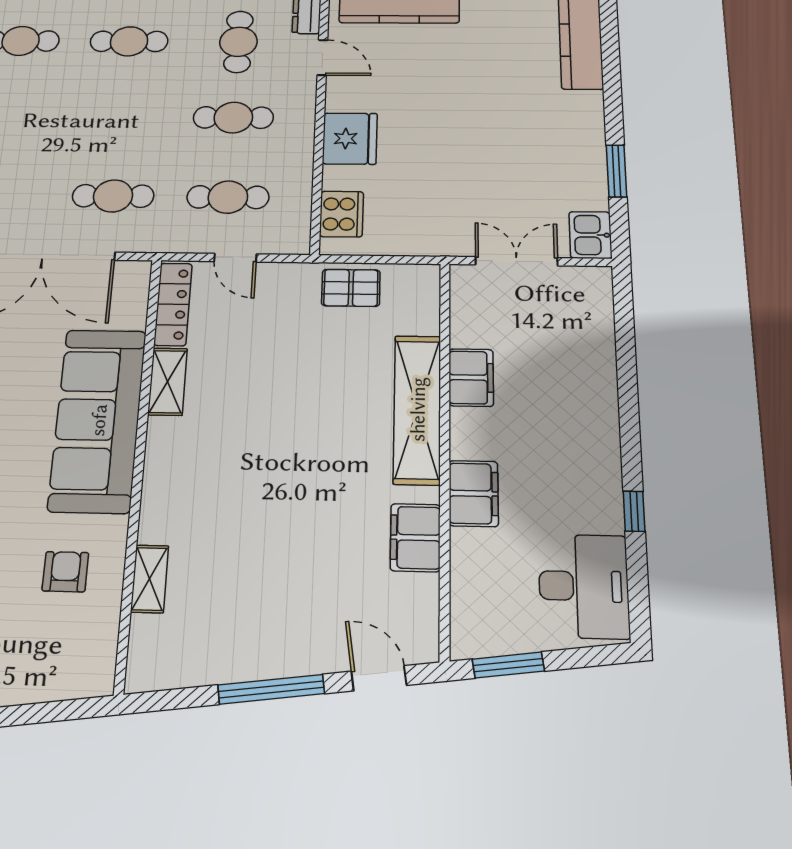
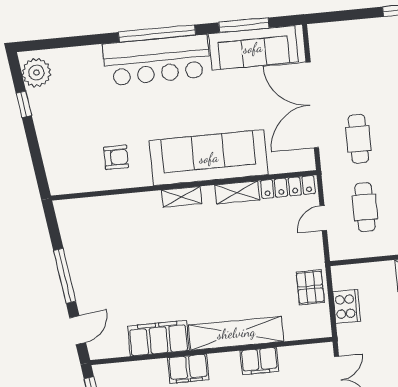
cooker: (341, 214) -> (347, 306), moved, turned -90
filing cabinet: (415, 538) -> (158, 338), width x1.50, depth x1.17
shelving: (150, 579) -> (182, 197), moved

